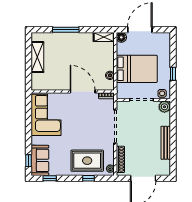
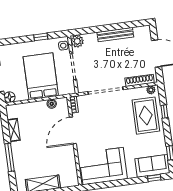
shelving: (104, 37) -> (14, 130), moved

